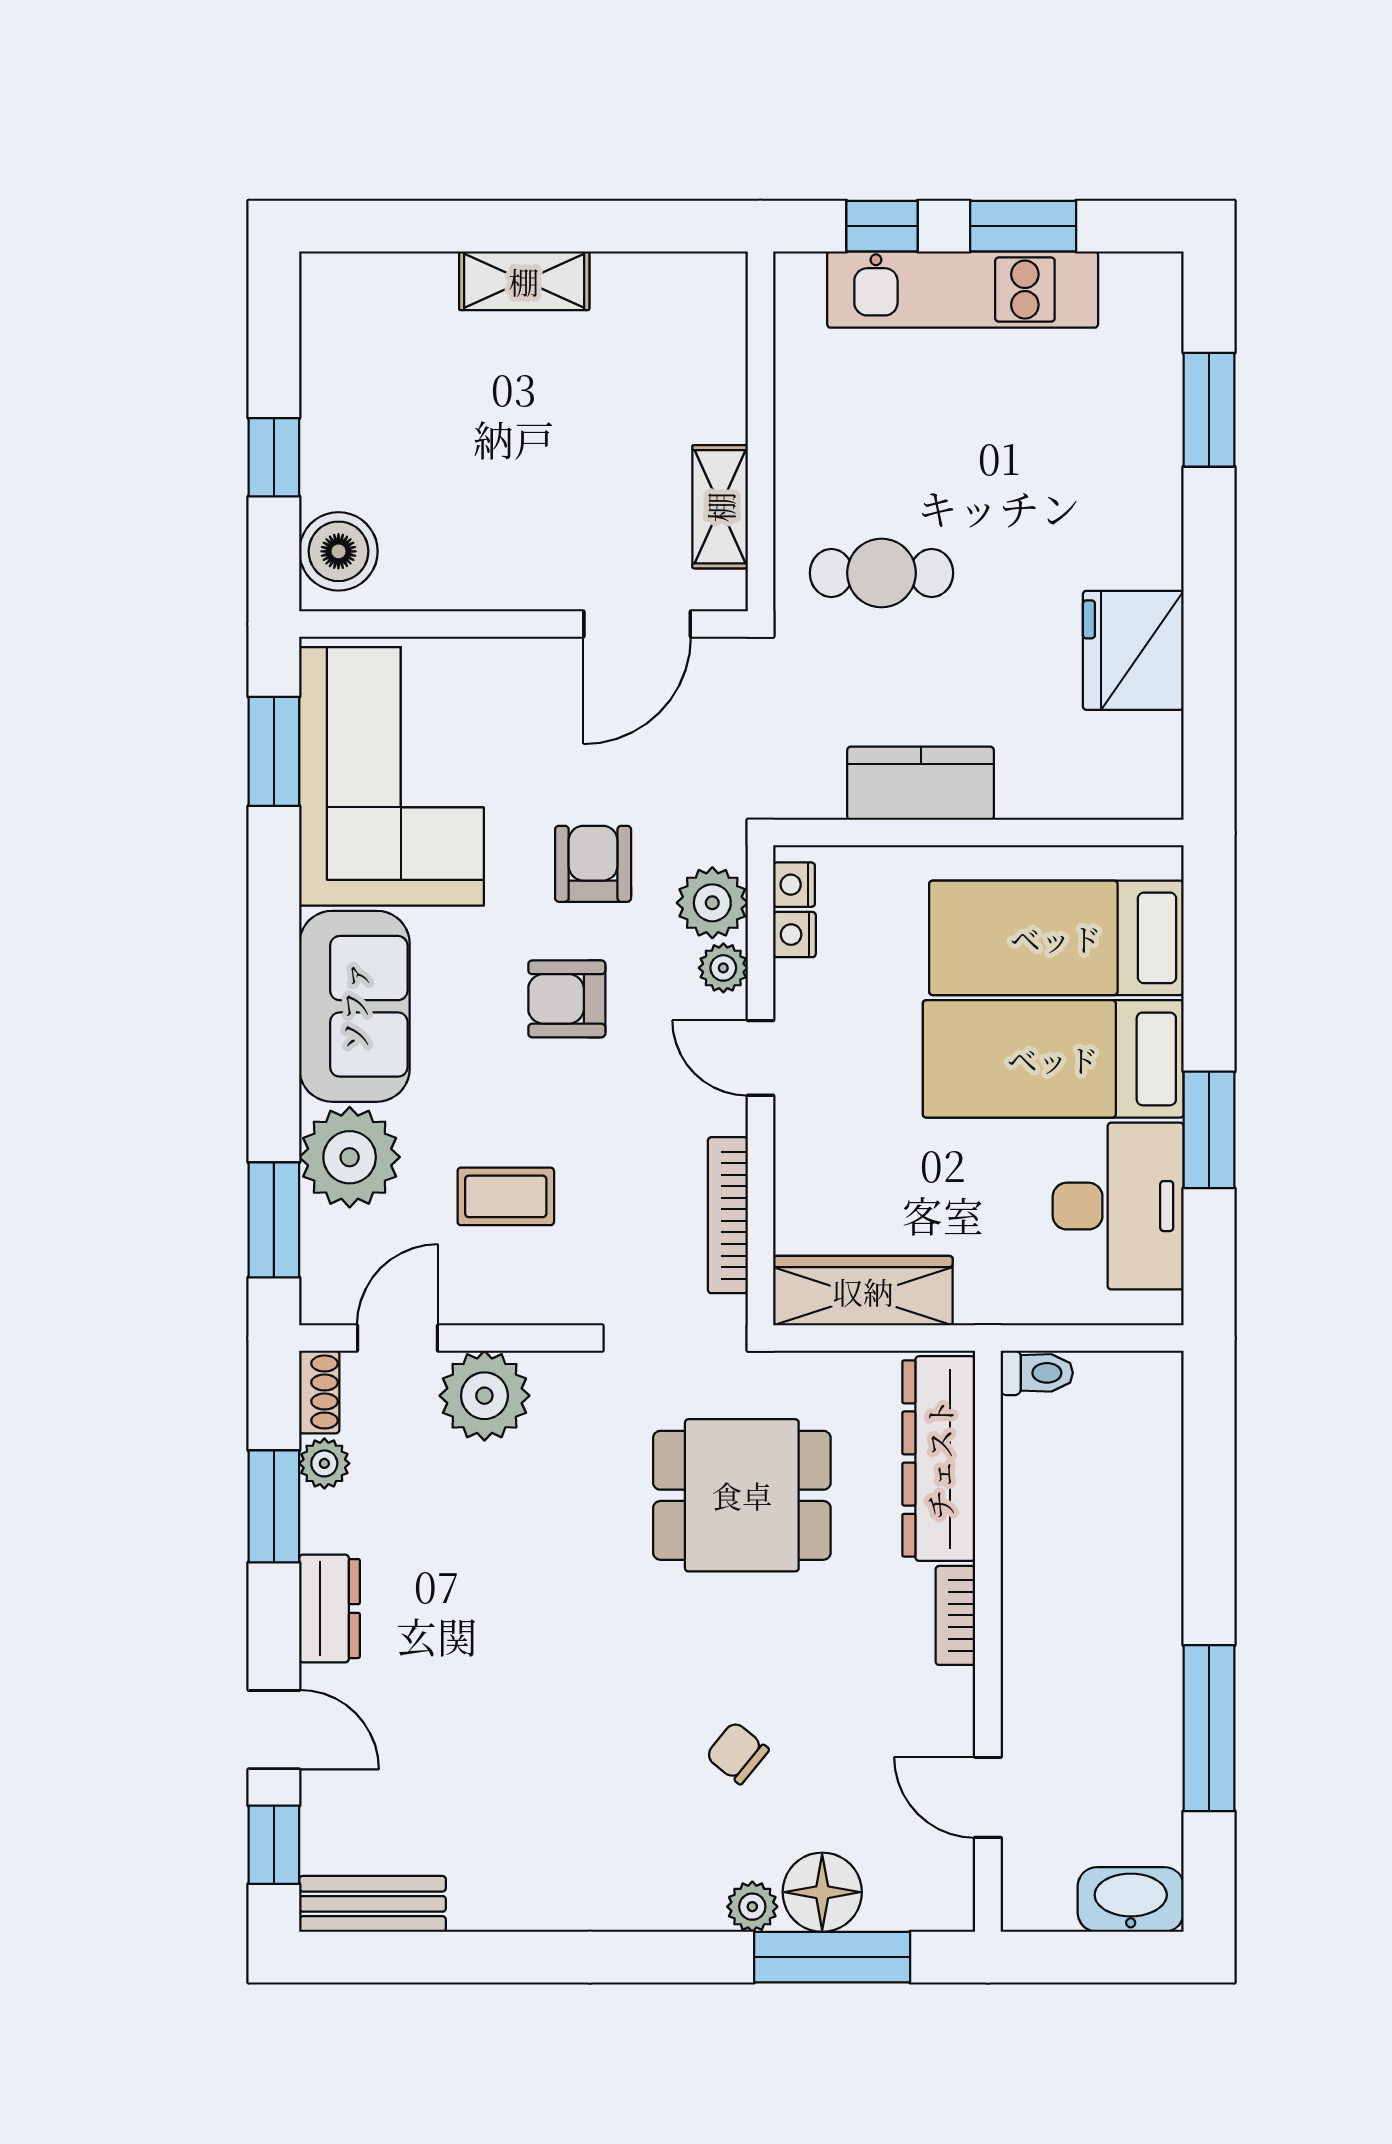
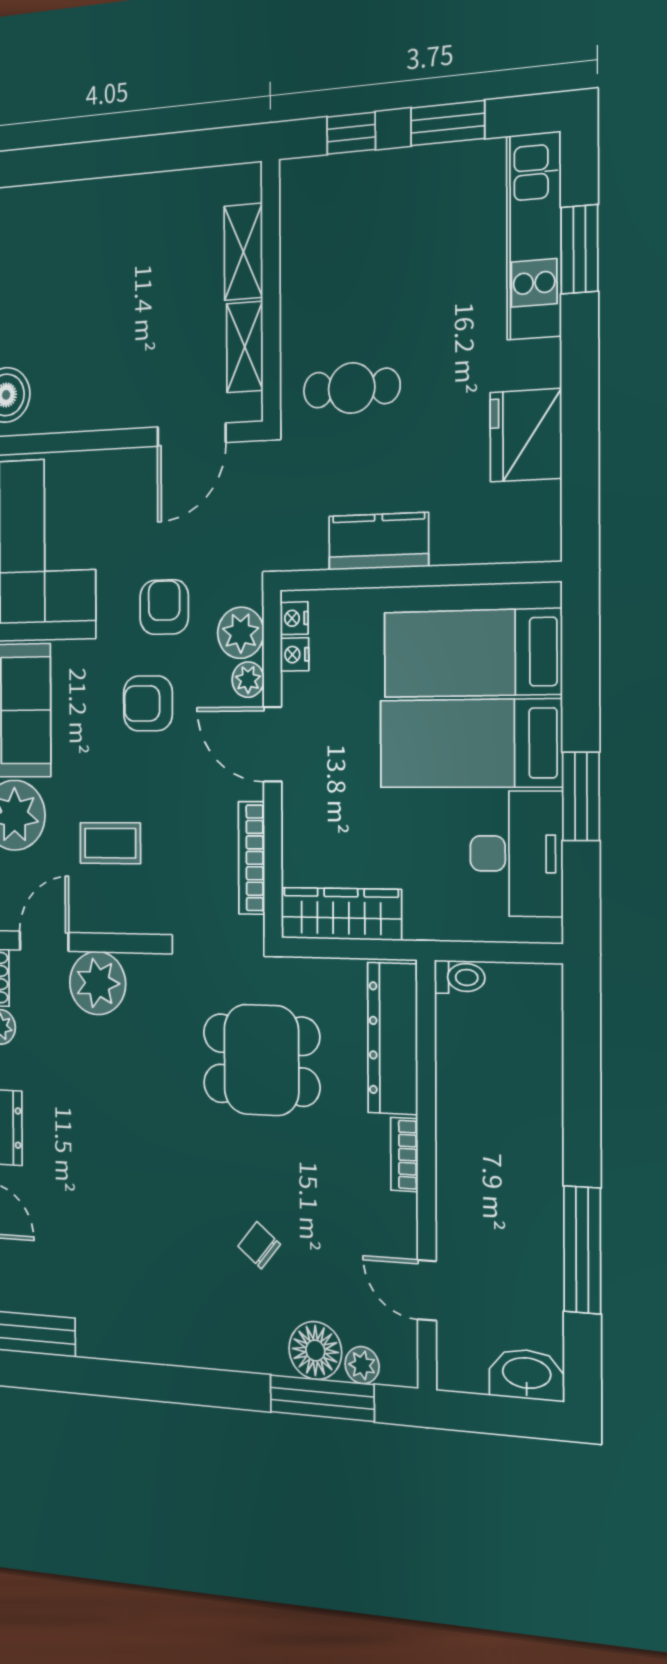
shelving: (524, 281) -> (243, 252), moved, turned 90
kitchen unit: (963, 290) -> (534, 236), moved, turned 90
door: (760, 1058) -> (273, 744), width x1.38
plant: (752, 1907) -> (362, 1365), moved

